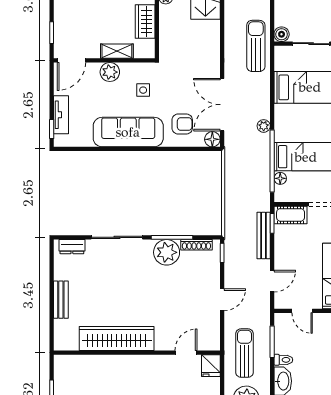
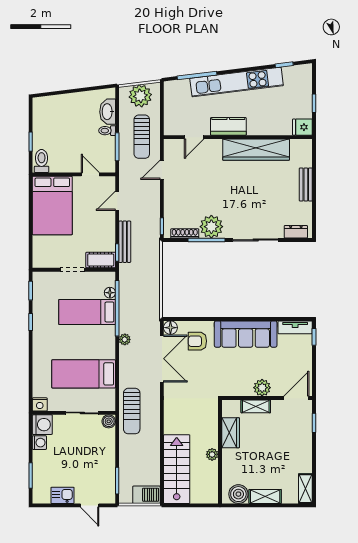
side table: (143, 90) -> (232, 372), removed
tv unit: (61, 115) -> (295, 327), moved, turned -90
door: (222, 300) -> (162, 170), moved
kitchen counter: (148, 365) -> (228, 126), added
fridge: (211, 366) -> (302, 127), moved, turned -90

